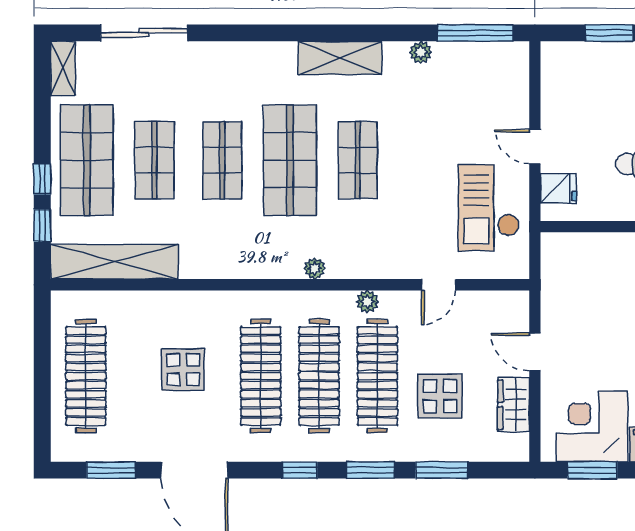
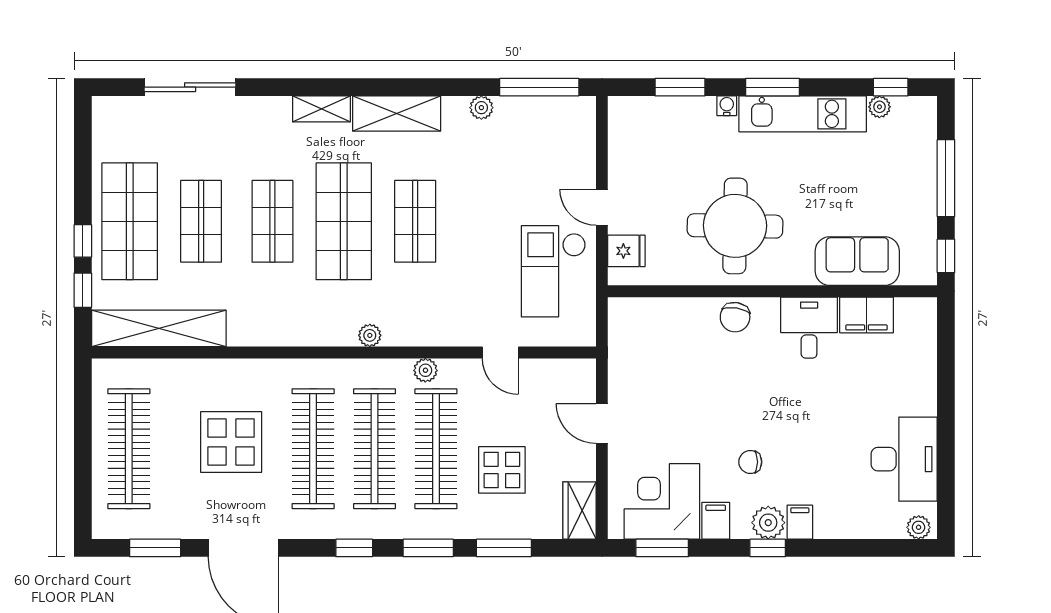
shelving: (63, 69) -> (321, 109), moved, turned 90
door: (438, 285) -> (500, 353), hinge flipped
display table: (183, 370) -> (231, 442), width x1.36, depth x1.36
wardrobe: (514, 405) -> (579, 510), moved

